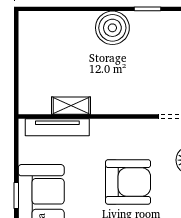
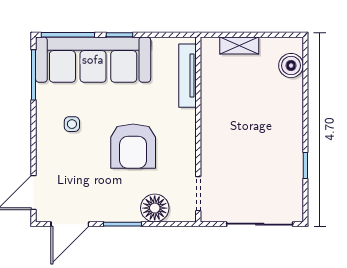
boiler: (112, 28) -> (291, 66), moved, width x0.73, depth x0.73
shelving: (71, 106) -> (239, 45), moved, turned 90

